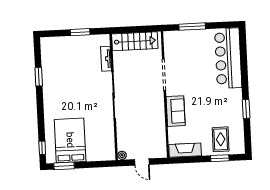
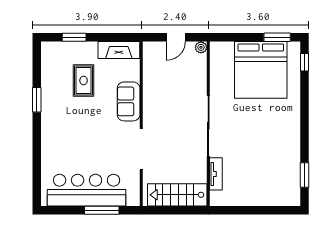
window: (80, 32) -> (248, 210), removed
bar counter: (228, 58) -> (87, 190), moved, turned -90
window: (39, 77) -> (304, 175), moved
rug: (221, 139) -> (84, 81), moved
bed: (70, 140) -> (261, 70), width x1.36
door: (142, 162) -> (176, 37), swing flipped

